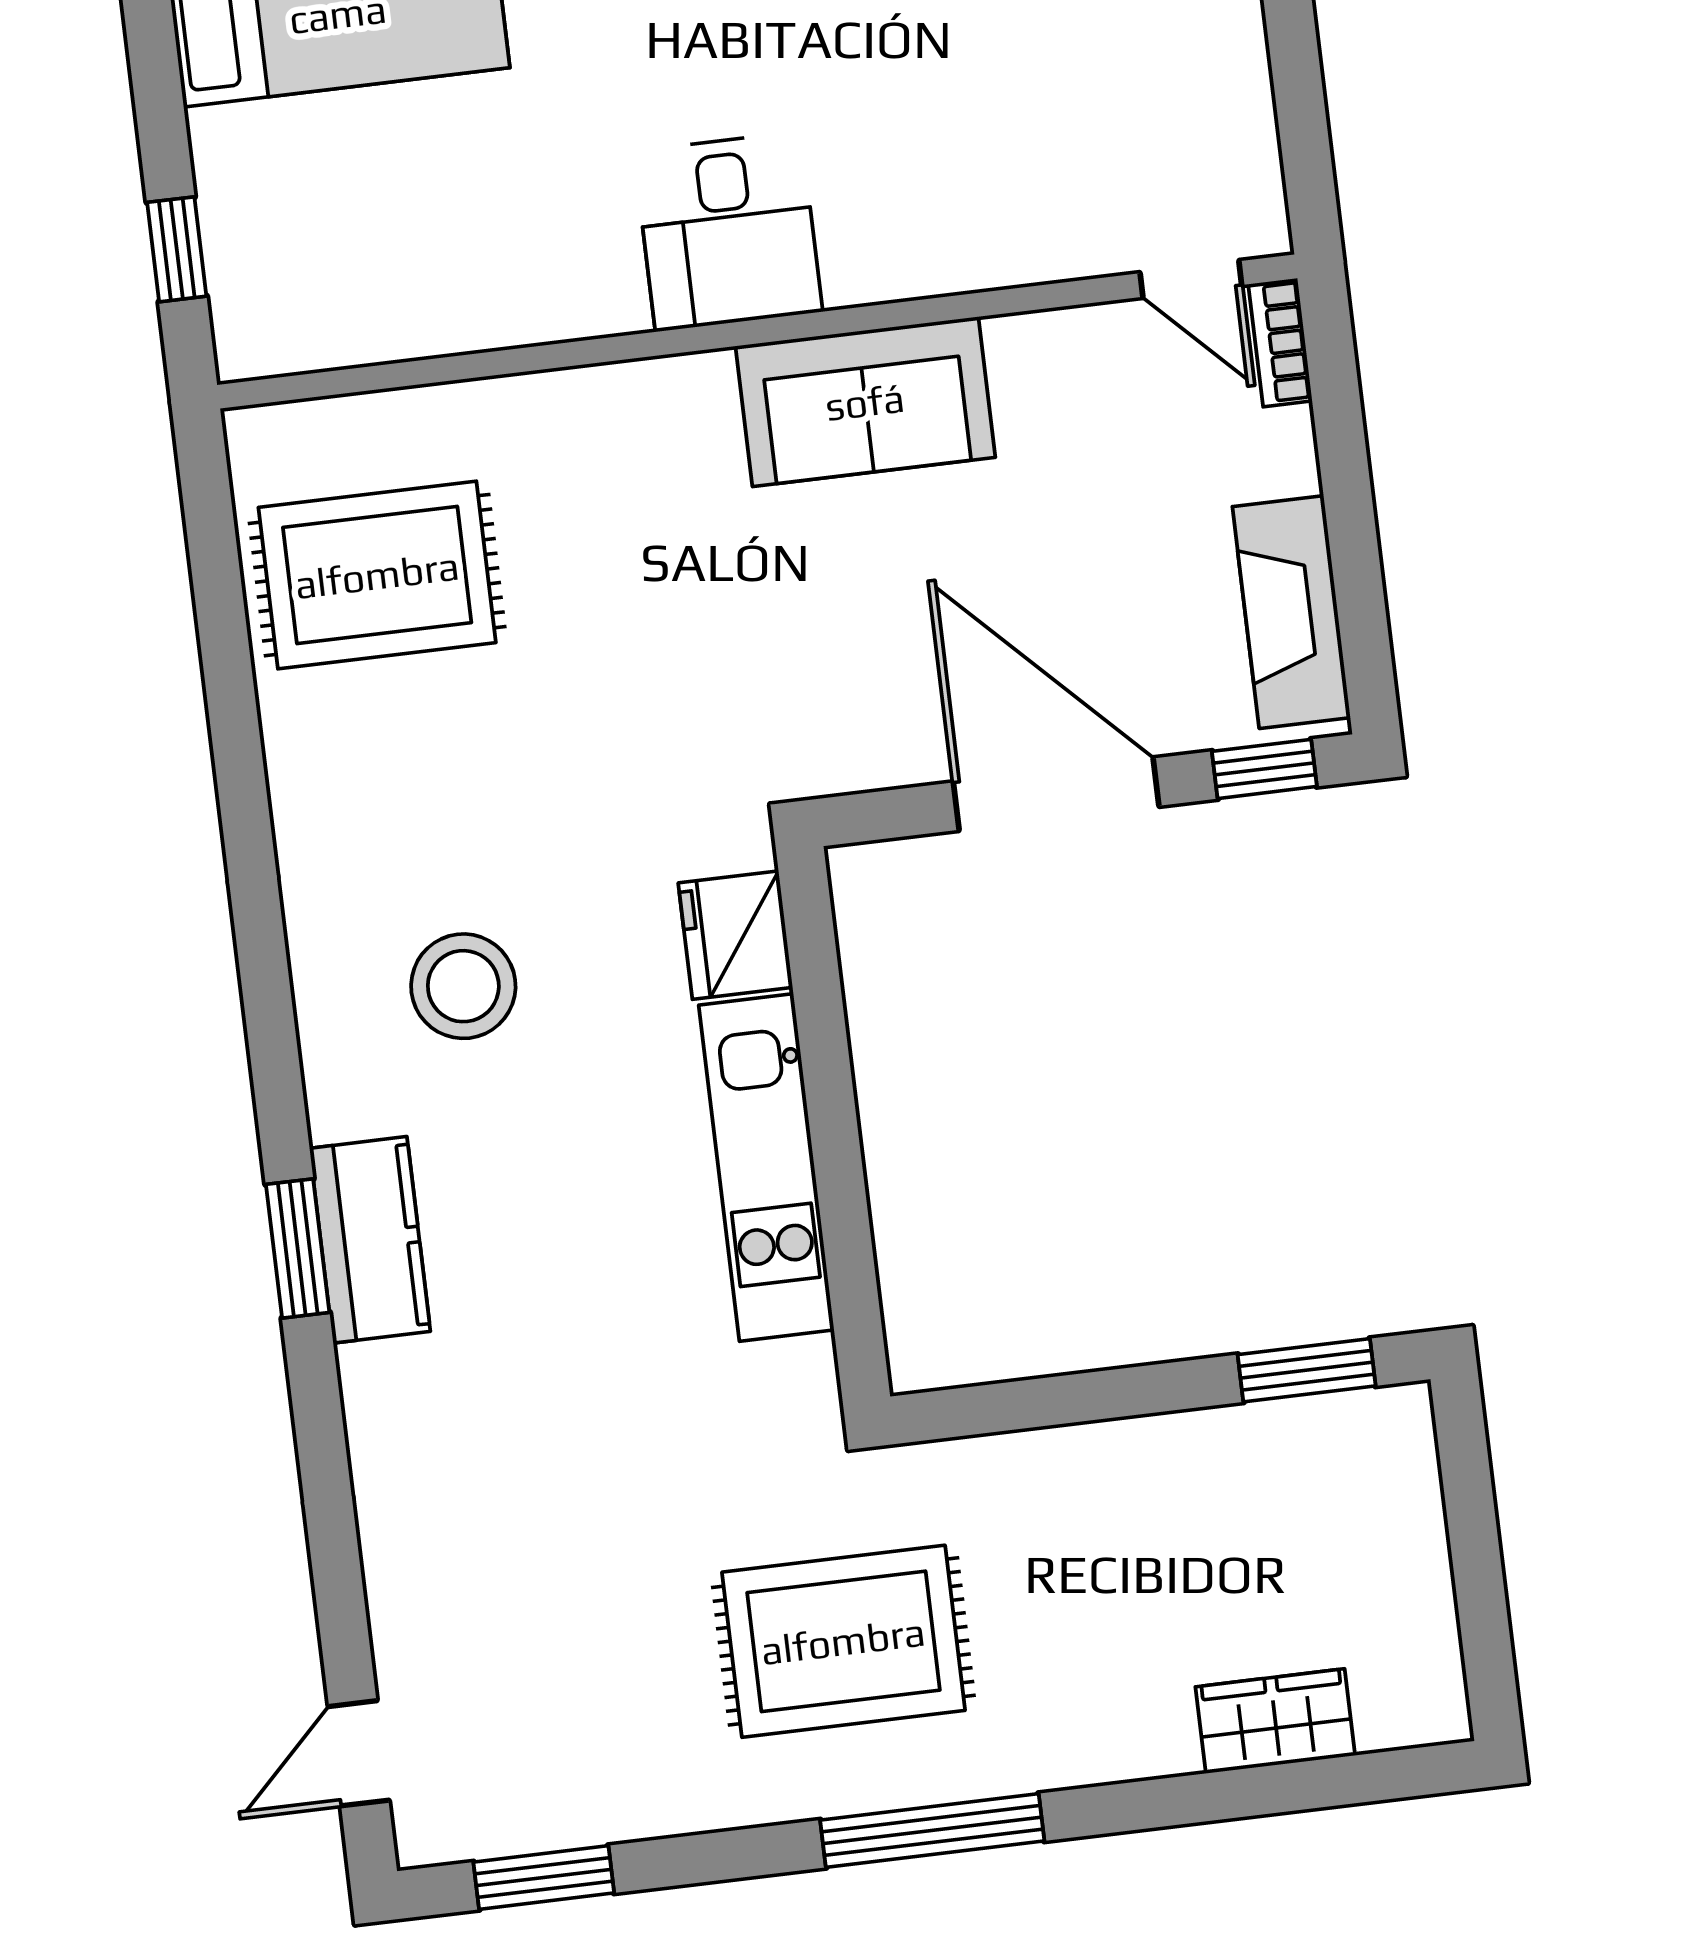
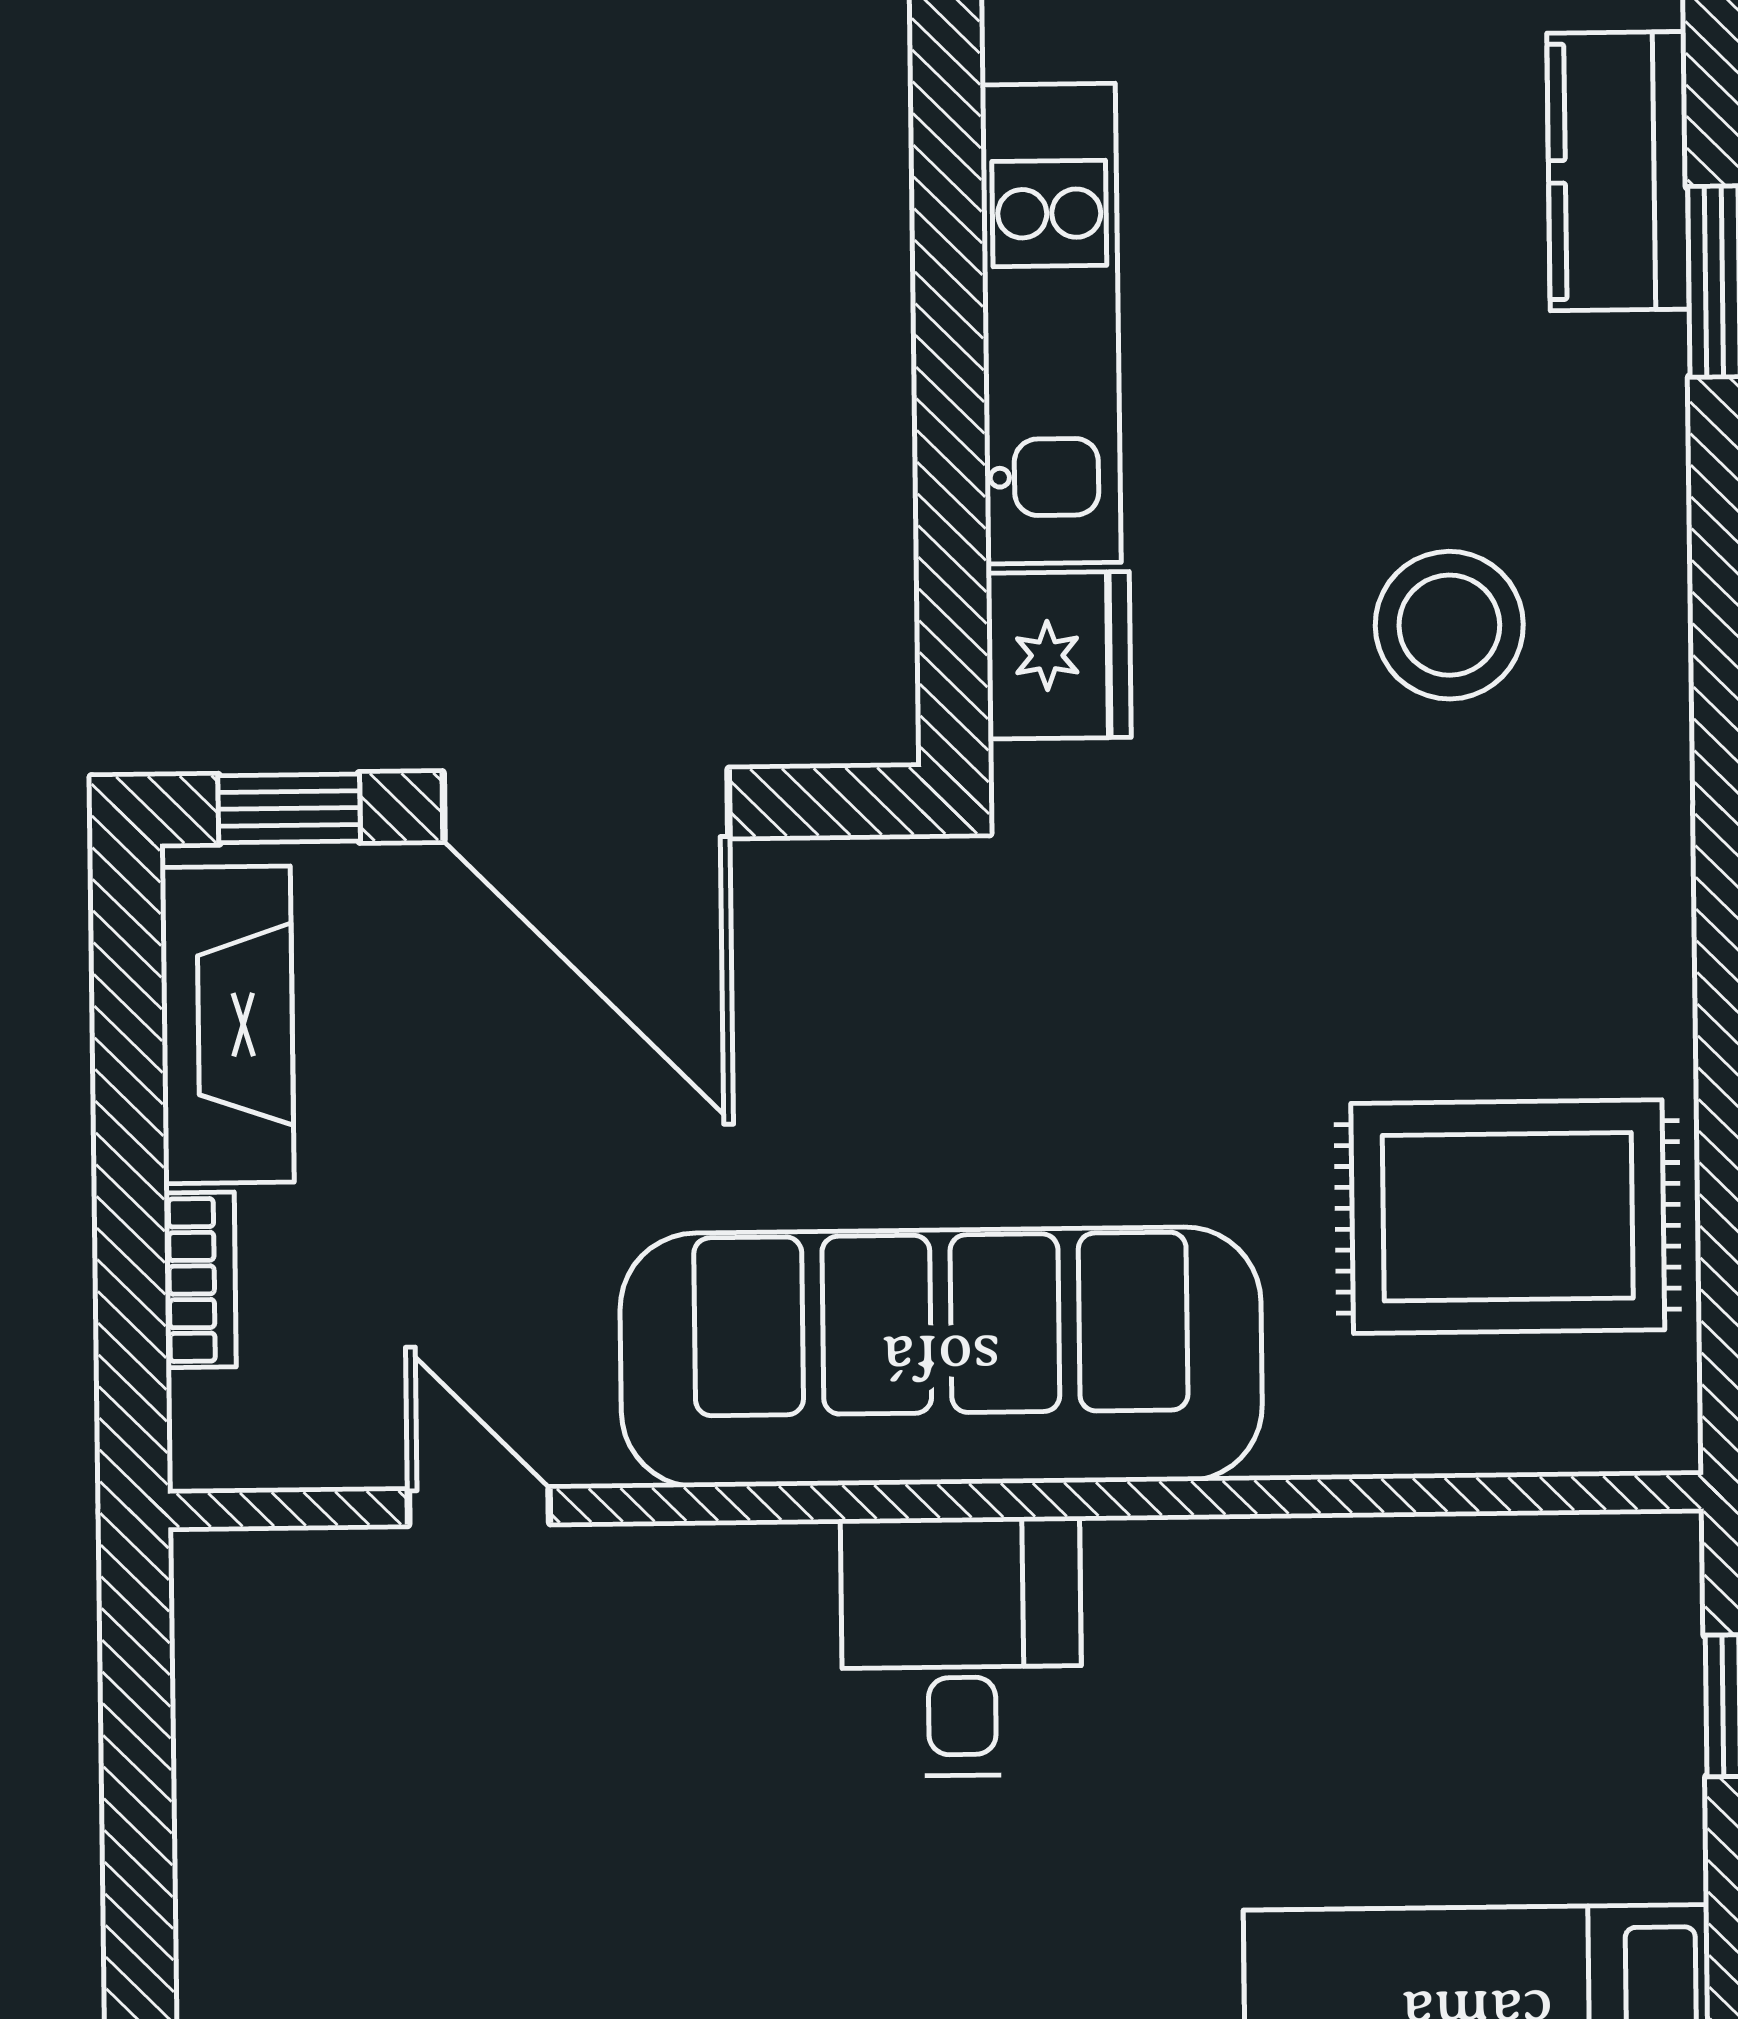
door: (1191, 279) -> (479, 1507), moved
bookcase: (1280, 343) -> (200, 1280), moved
sofa: (865, 402) -> (941, 1357), width x1.85, depth x1.27
kitchen counter: (370, 1240) -> (1618, 171), moved

